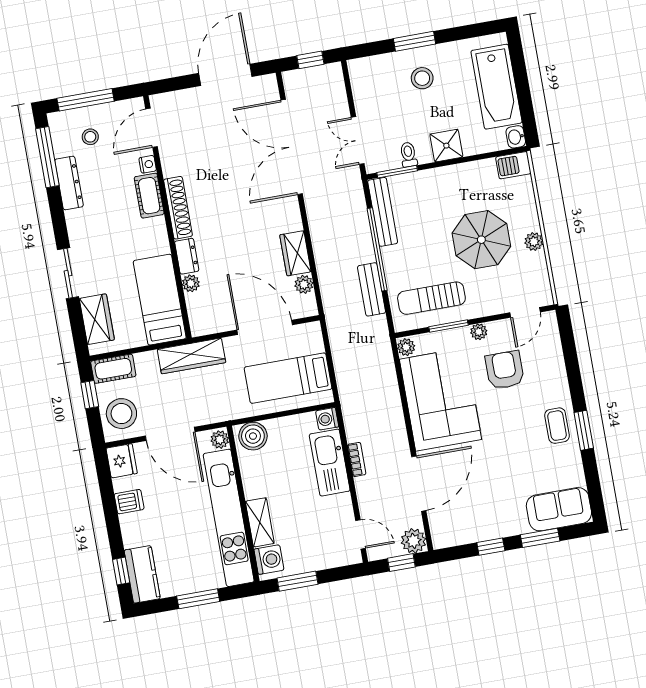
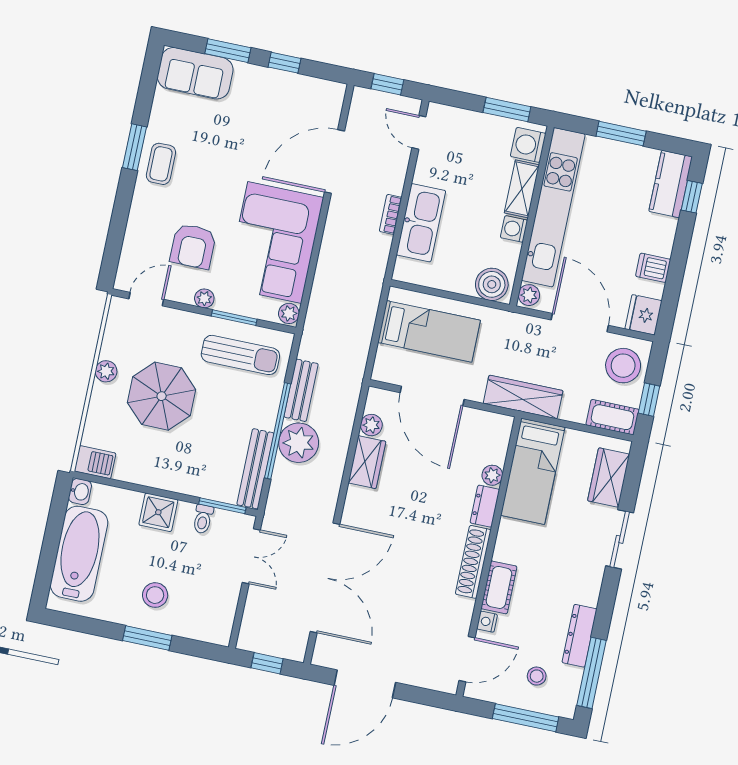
washing machine: (327, 419) -> (514, 229), moved, turned 180
plant: (414, 541) -> (299, 443), moved, width x1.36, depth x1.36

